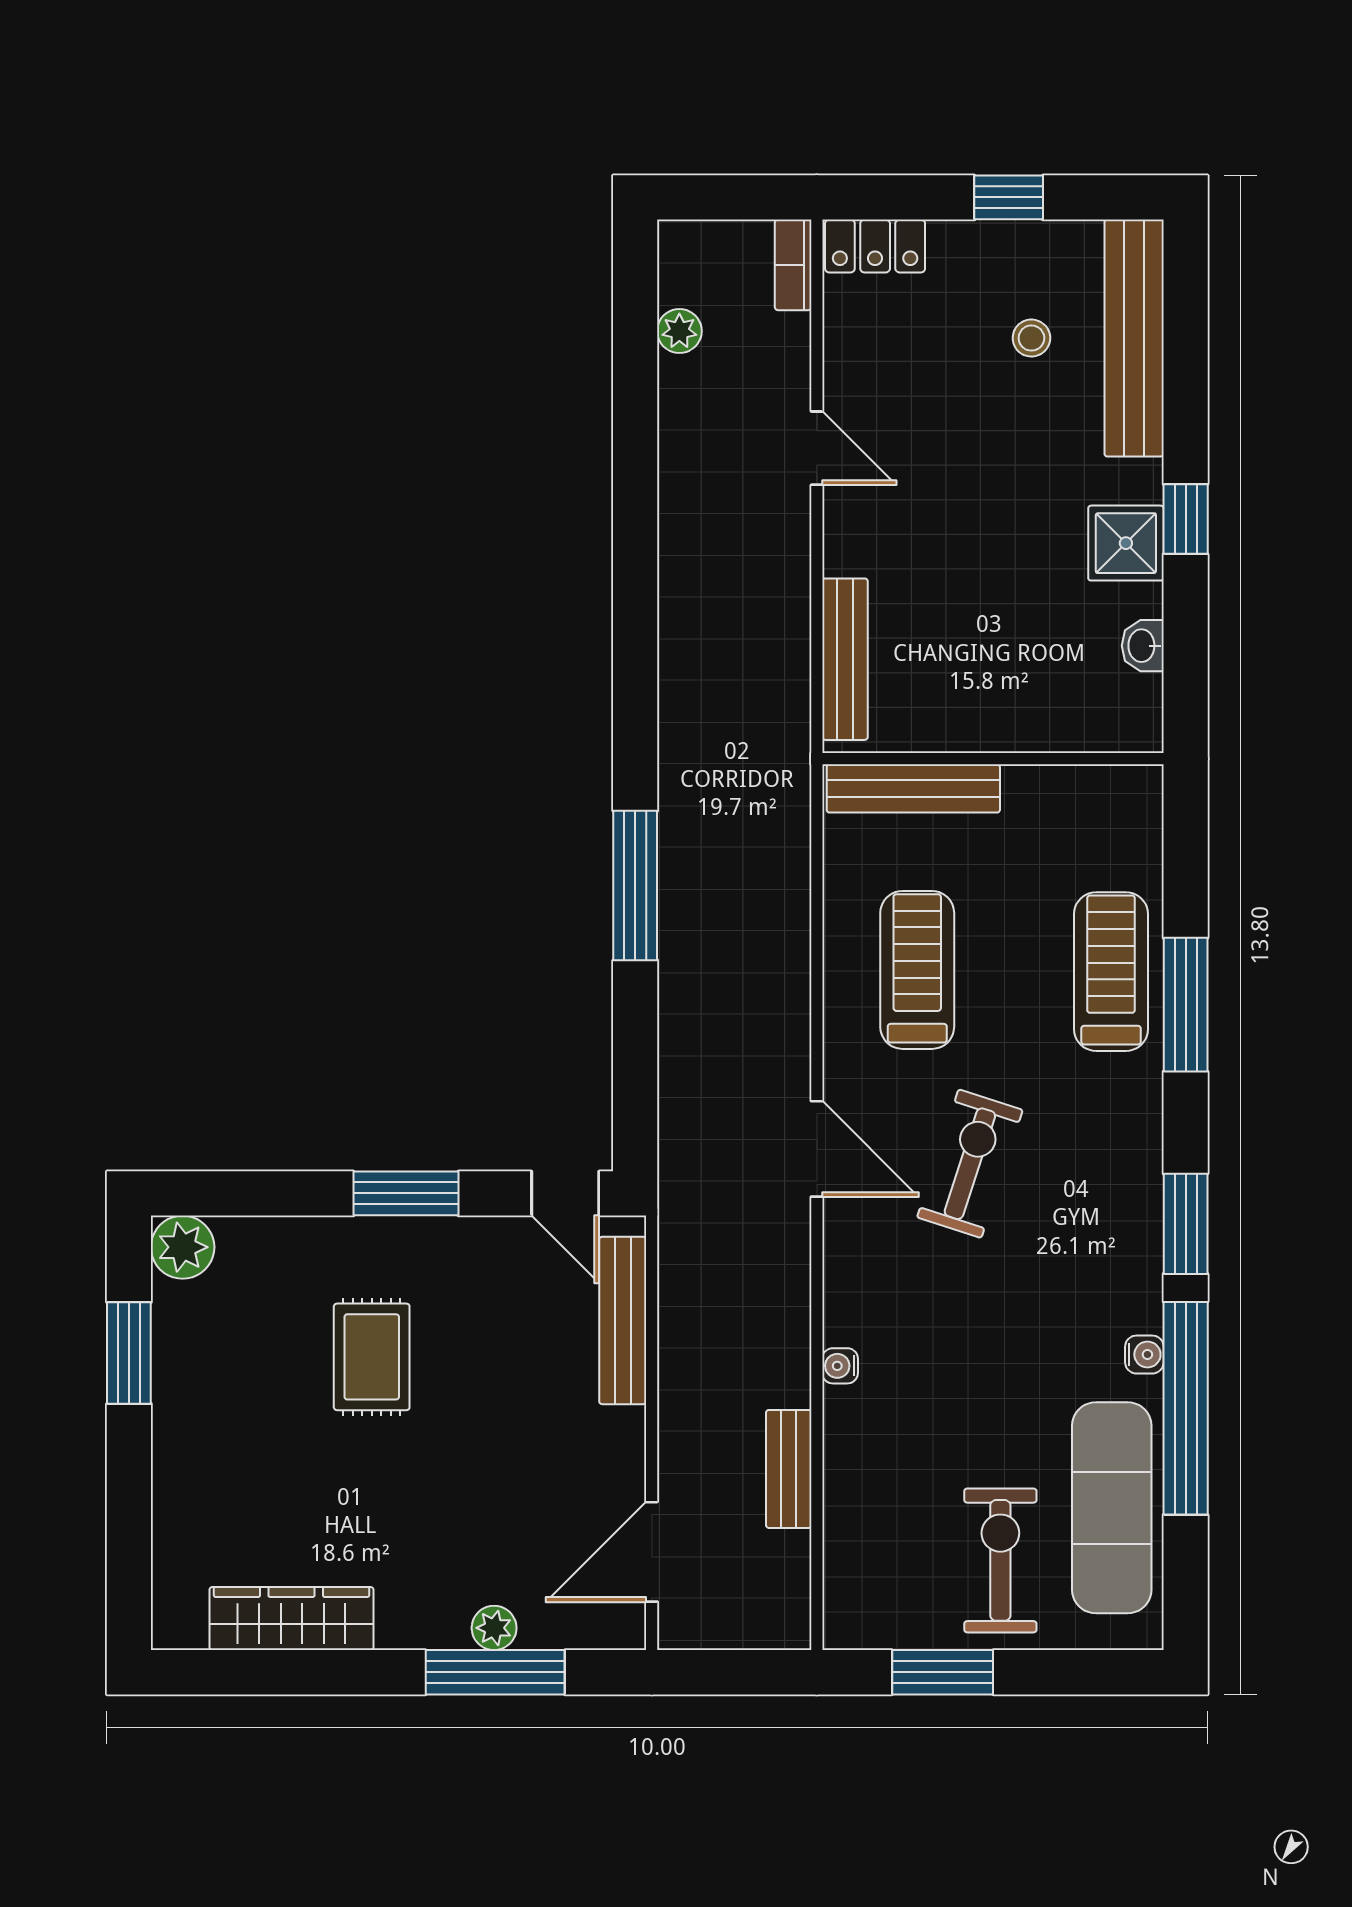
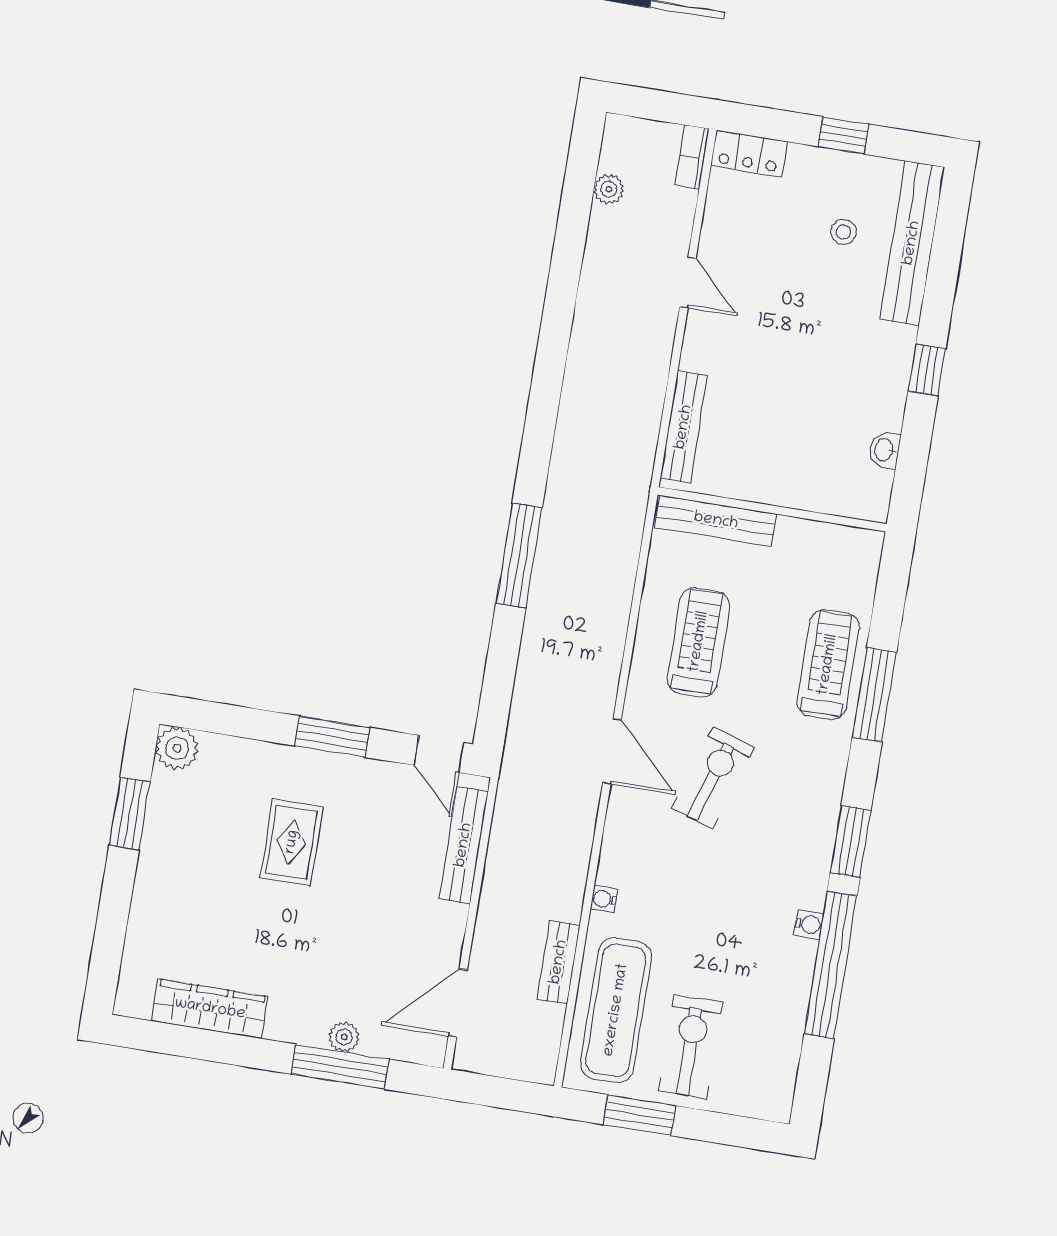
shower: (1126, 543) -> (884, 379), removed
exercise mat: (1112, 1508) -> (616, 1010), moved

